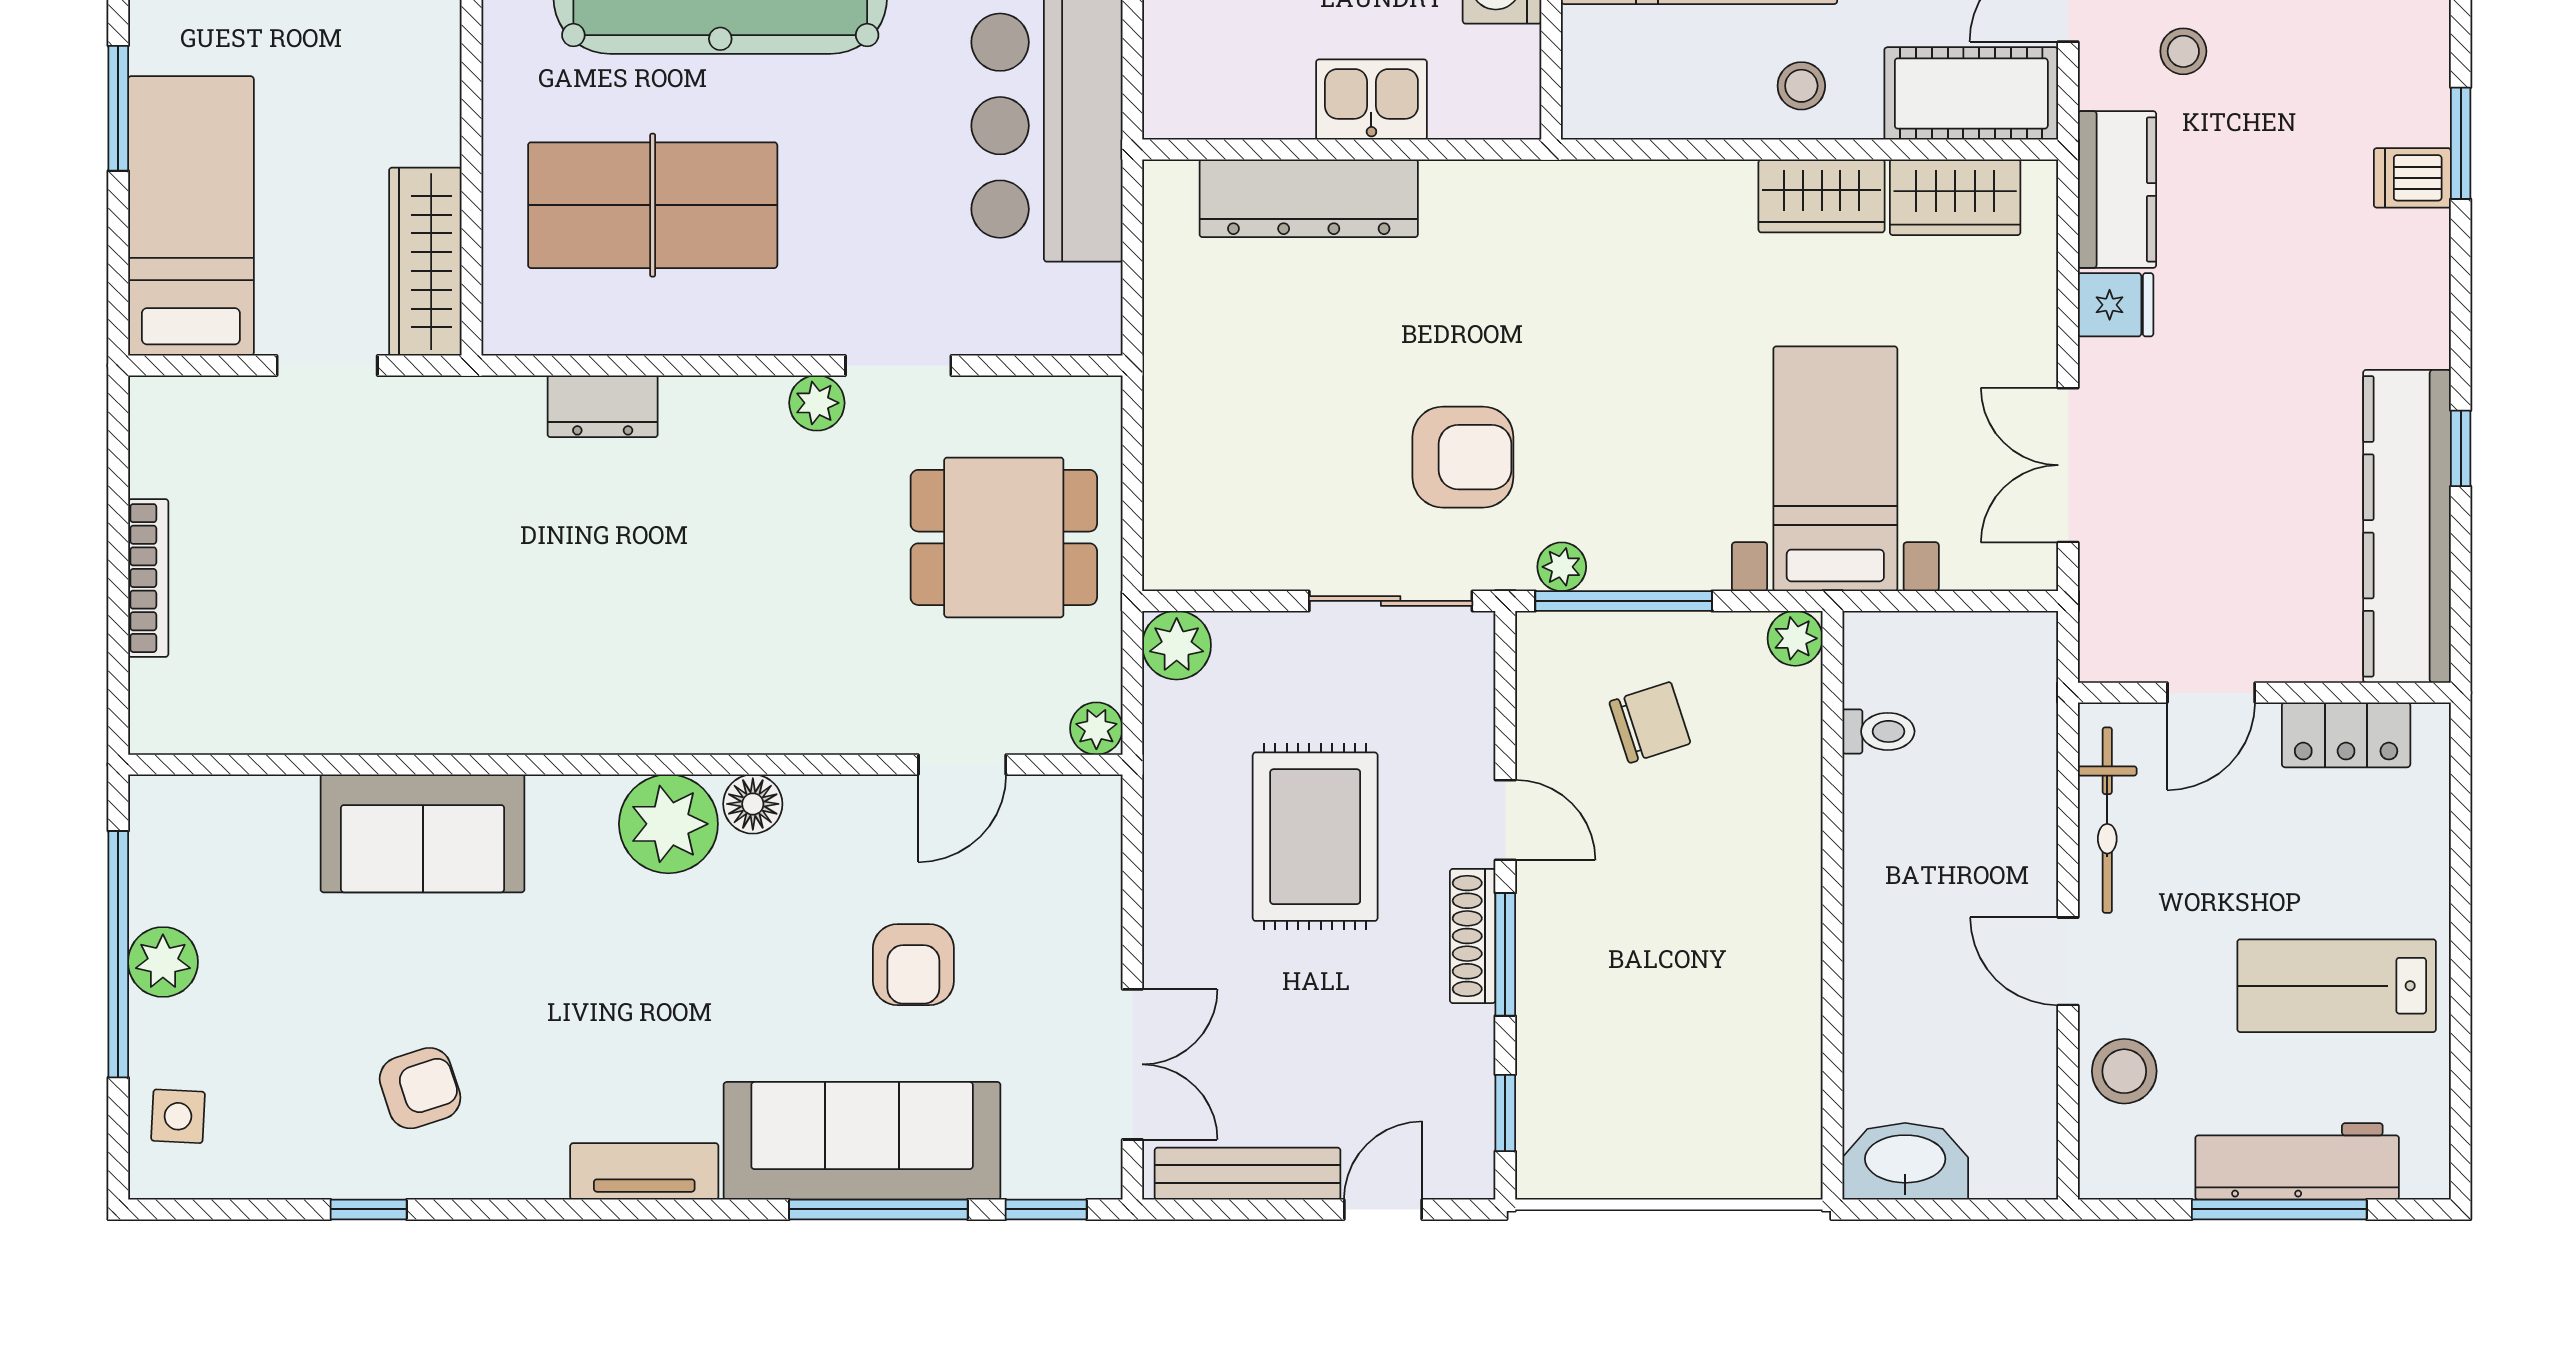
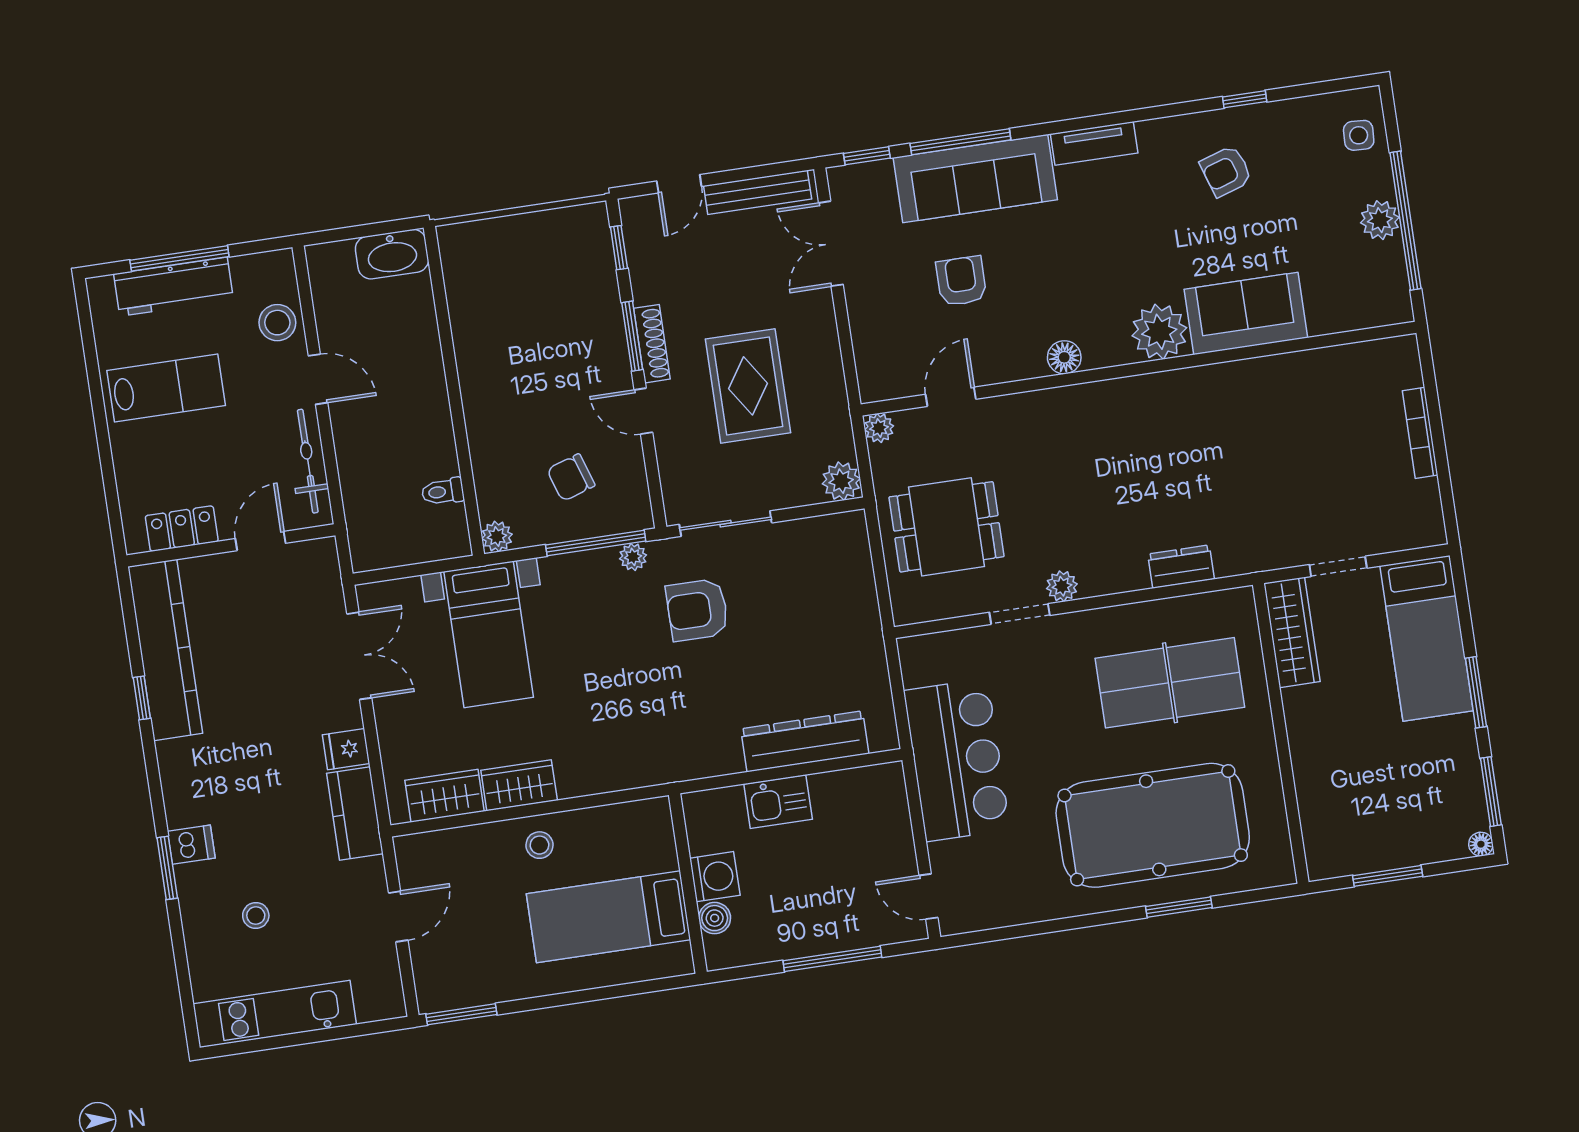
stool: (2183, 51) -> (256, 916), moved
cot: (1971, 93) -> (444, 855), removed
plant: (668, 824) -> (1159, 332), moved

